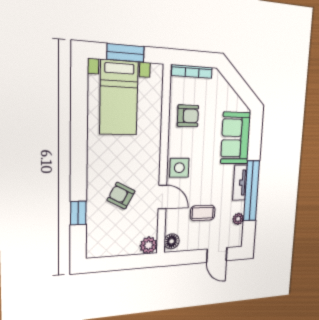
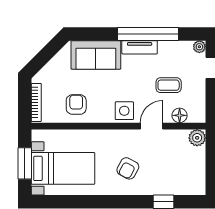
armchair: (121, 196) -> (128, 168), moved
coffee table: (203, 213) -> (169, 85), turned 90
plant: (238, 219) -> (199, 47), moved
floor lamp: (172, 241) -> (180, 115), moved

